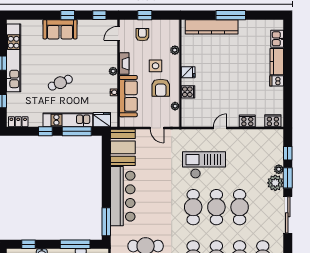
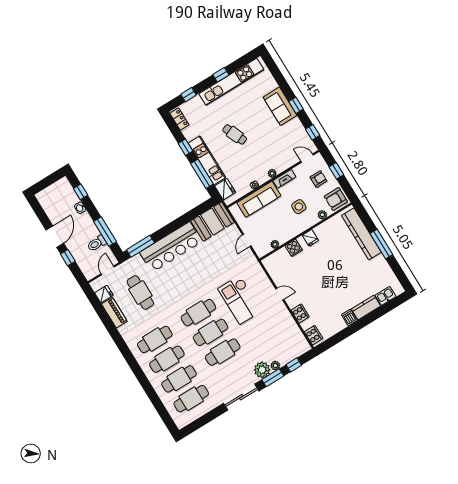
armchair: (161, 88) -> (336, 199), moved
checkout: (204, 165) -> (240, 300), turned 180

